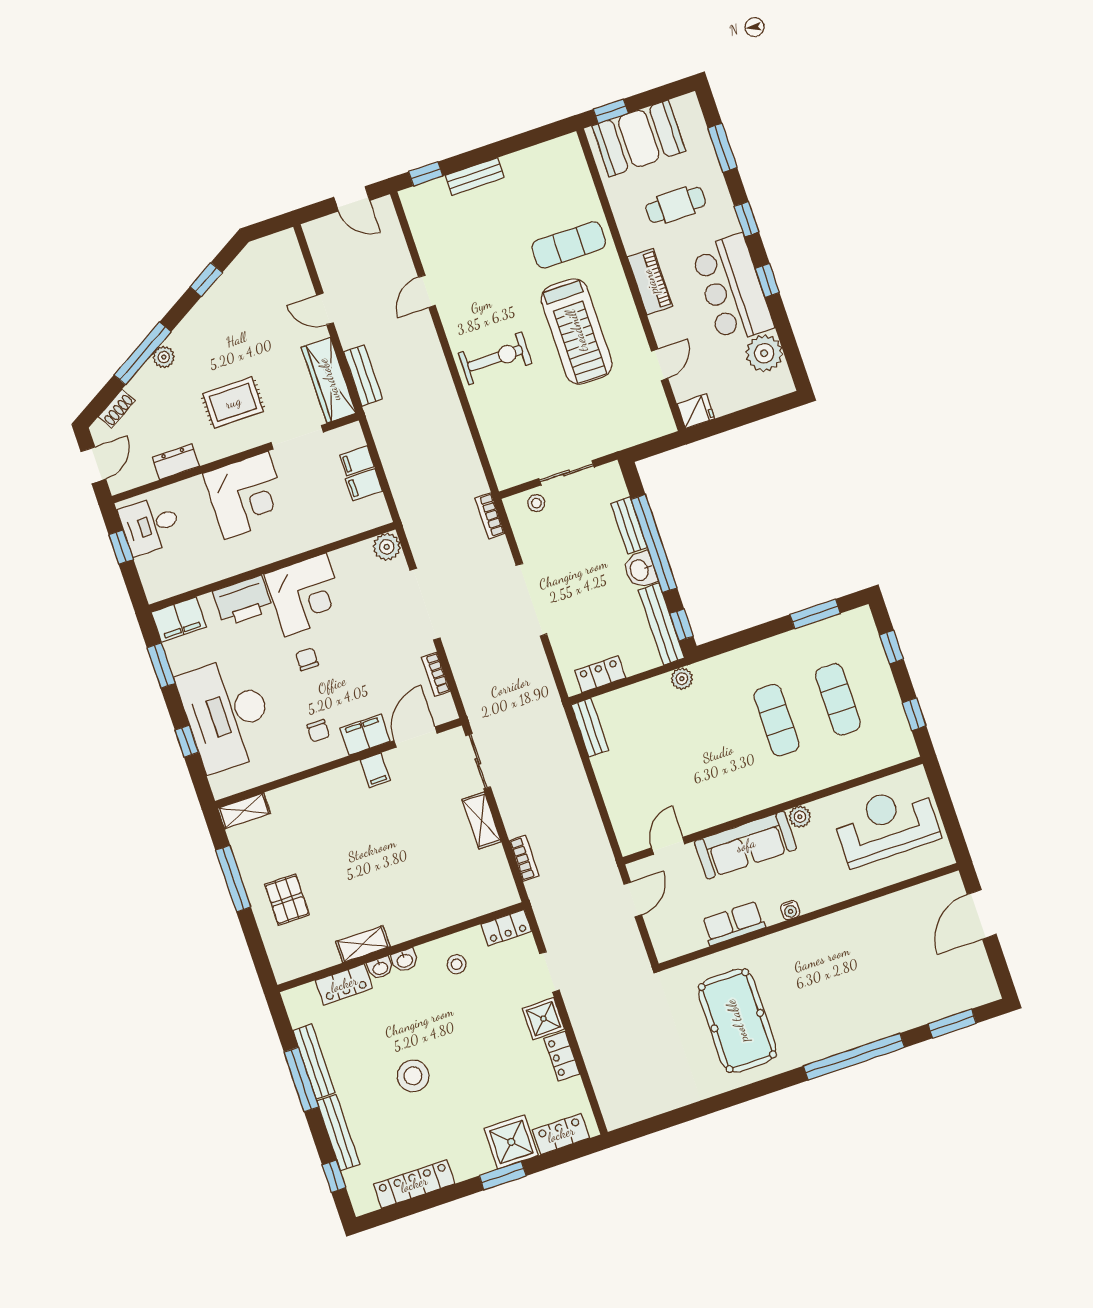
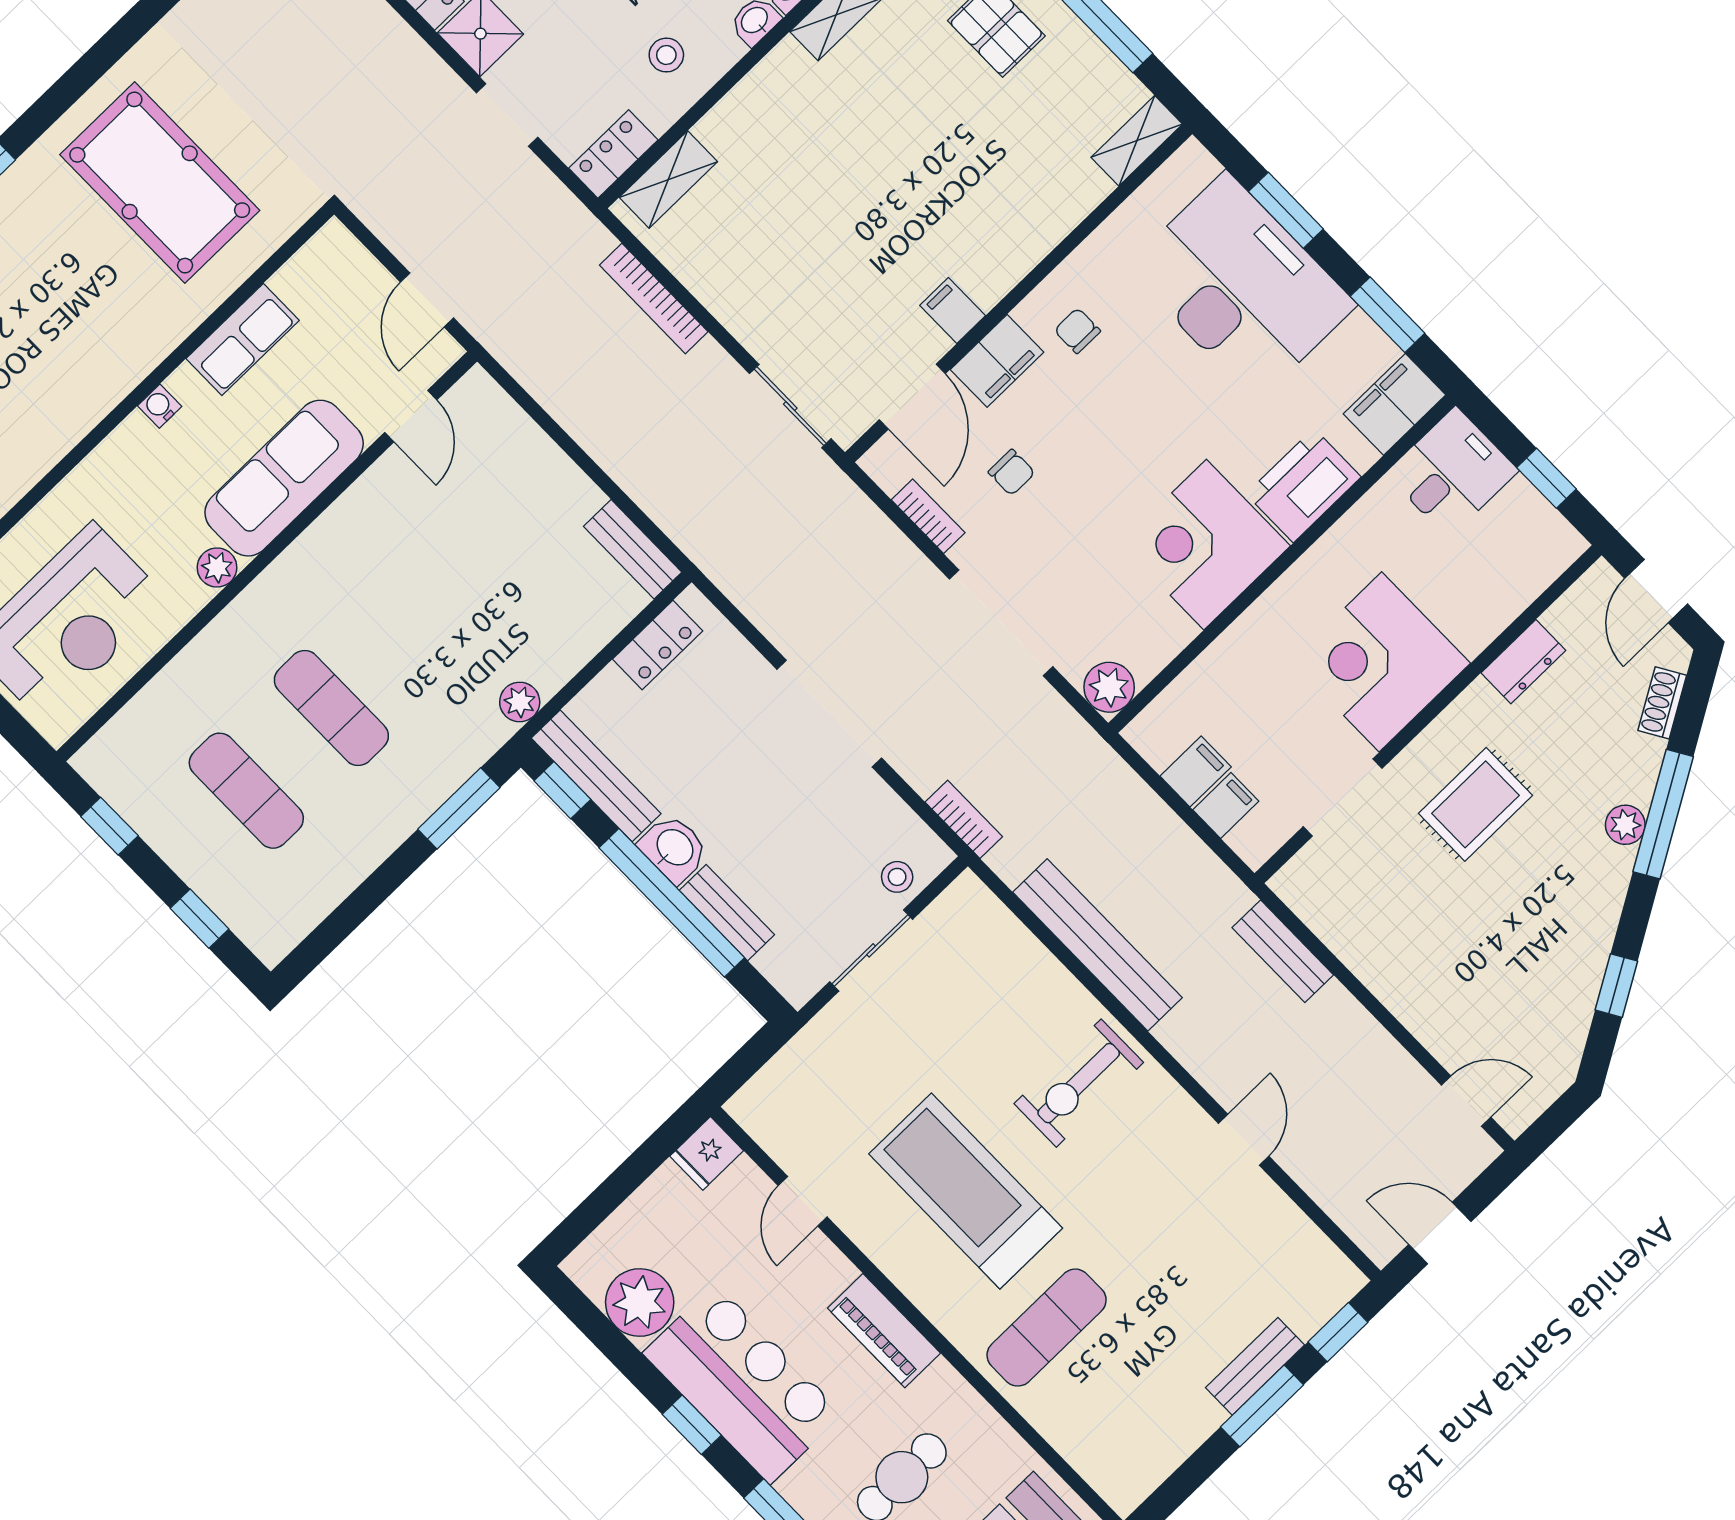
window: (481, 155) -> (1262, 1406), added
door: (325, 309) -> (1466, 1101), moved
wardrobe: (329, 380) -> (1336, 916), removed
bench: (453, 422) -> (1098, 945), added
desk: (150, 525) -> (1452, 472), moved
window: (815, 614) -> (459, 808), moved
chair: (307, 659) -> (1012, 472), moved
window: (187, 741) -> (1286, 210), width x1.50
shelving: (482, 820) -> (668, 179), moved, turned 90
bookcase: (524, 858) -> (654, 298), width x1.56

